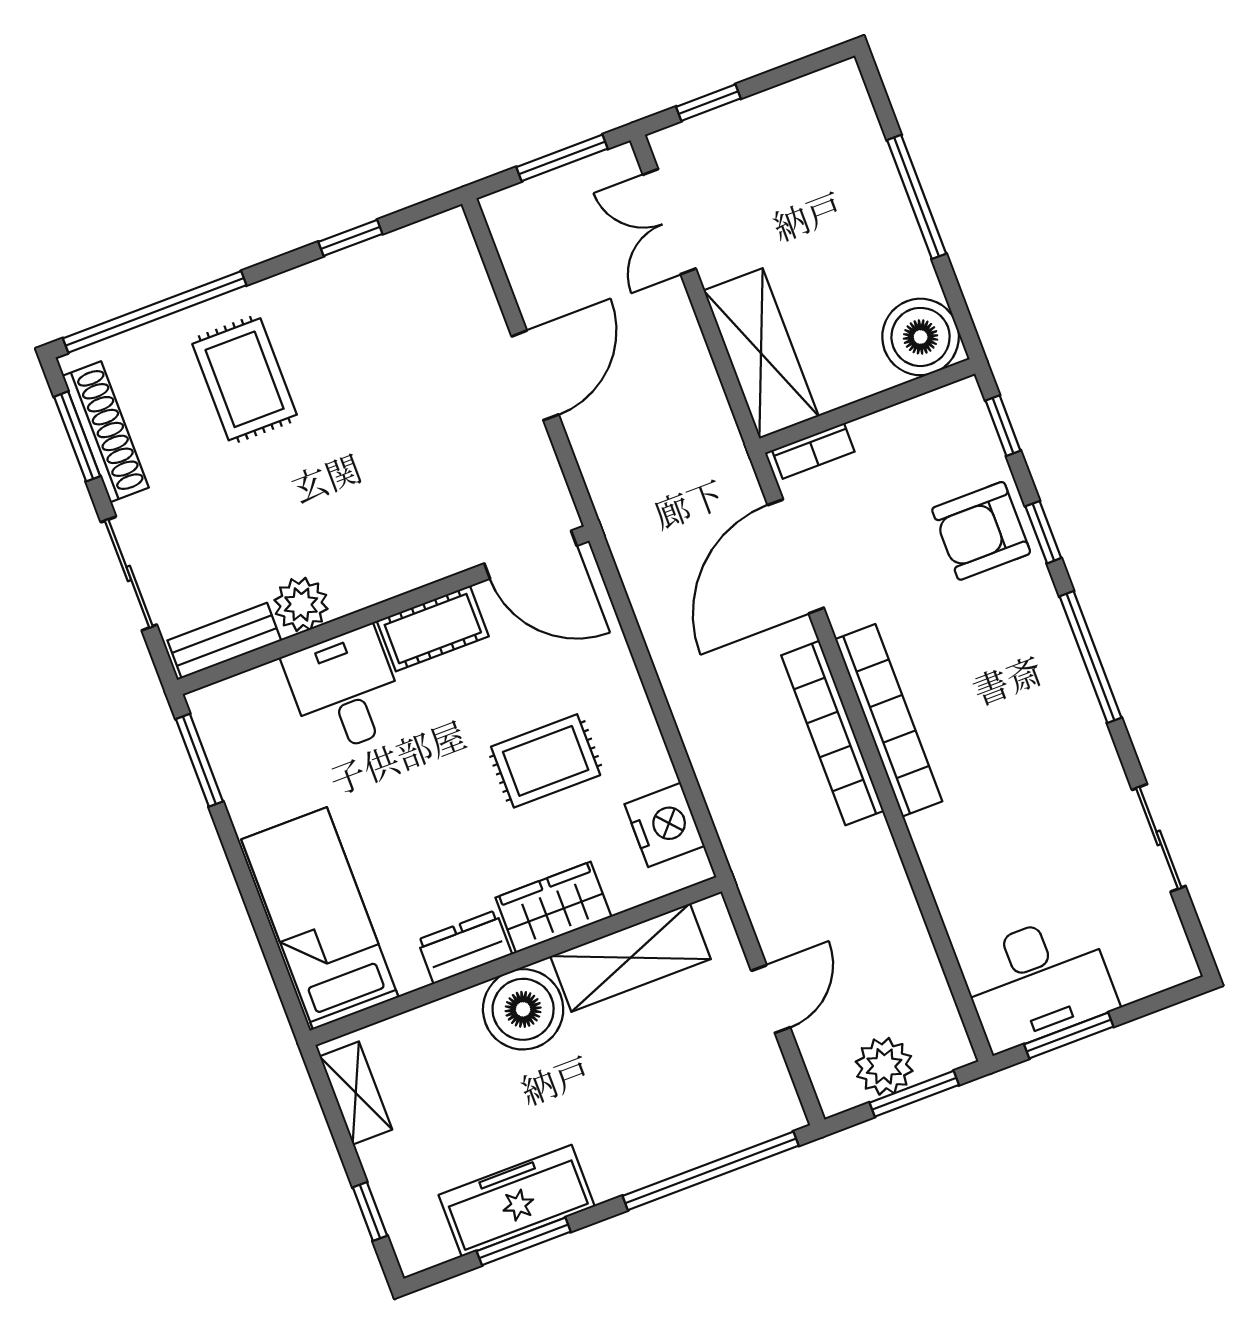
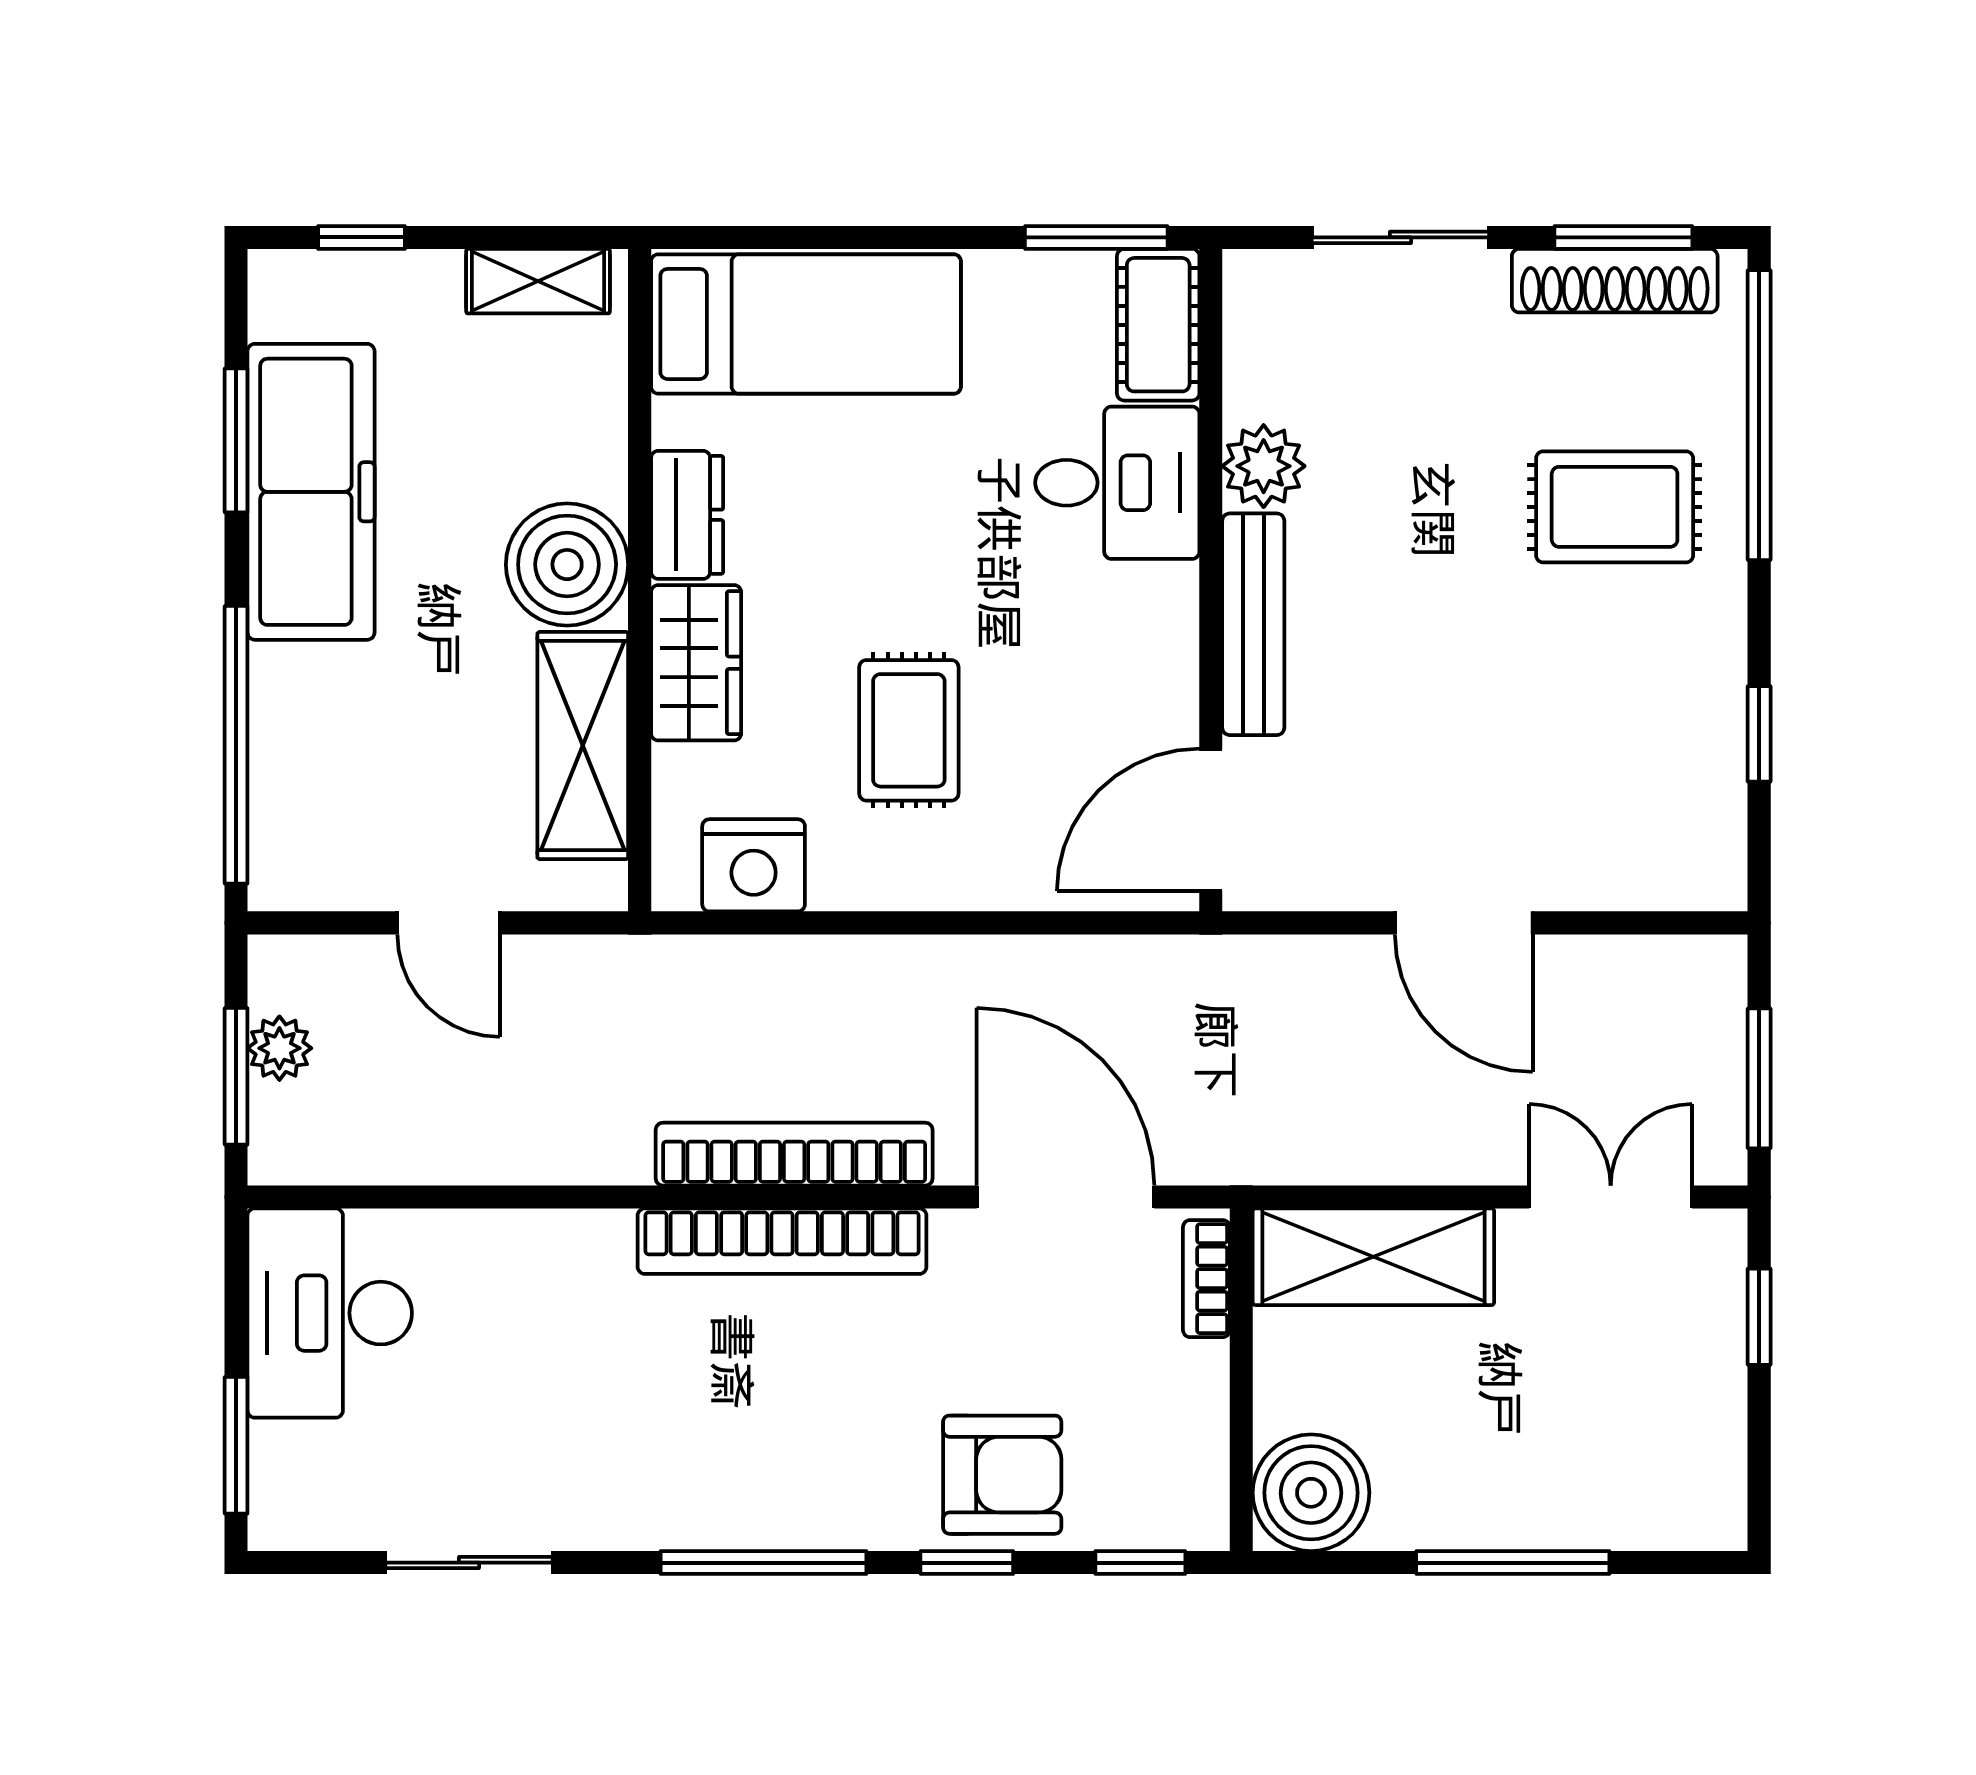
armchair: (981, 531) -> (1002, 1475), turned 90
cot: (433, 629) -> (1158, 325), moved
bench: (224, 641) -> (1253, 624), moved, width x1.36
window: (1069, 1035) -> (236, 1445), moved
plant: (884, 1066) -> (279, 1048), width x0.73, depth x0.73
freezer: (517, 1201) -> (311, 492), width x1.36, depth x1.26

